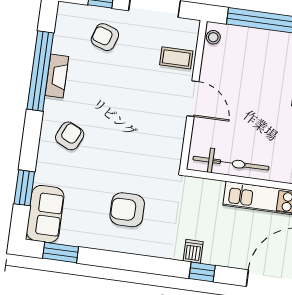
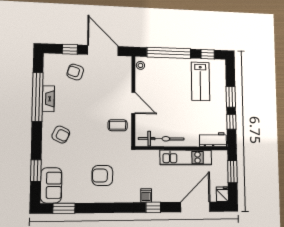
coffee table: (176, 58) -> (118, 125), moved
armchair: (70, 136) -> (61, 135), turned 91

